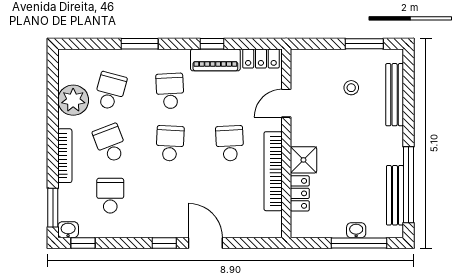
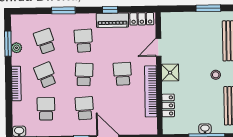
stool: (351, 88) -> (216, 75), moved
school desk: (110, 91) -> (45, 41), turned -33
plant: (73, 100) -> (17, 48), width x0.53, depth x0.53
shower: (303, 160) -> (170, 73), moved
school desk: (170, 196) -> (85, 108), added
window: (53, 208) -> (8, 44), moved

